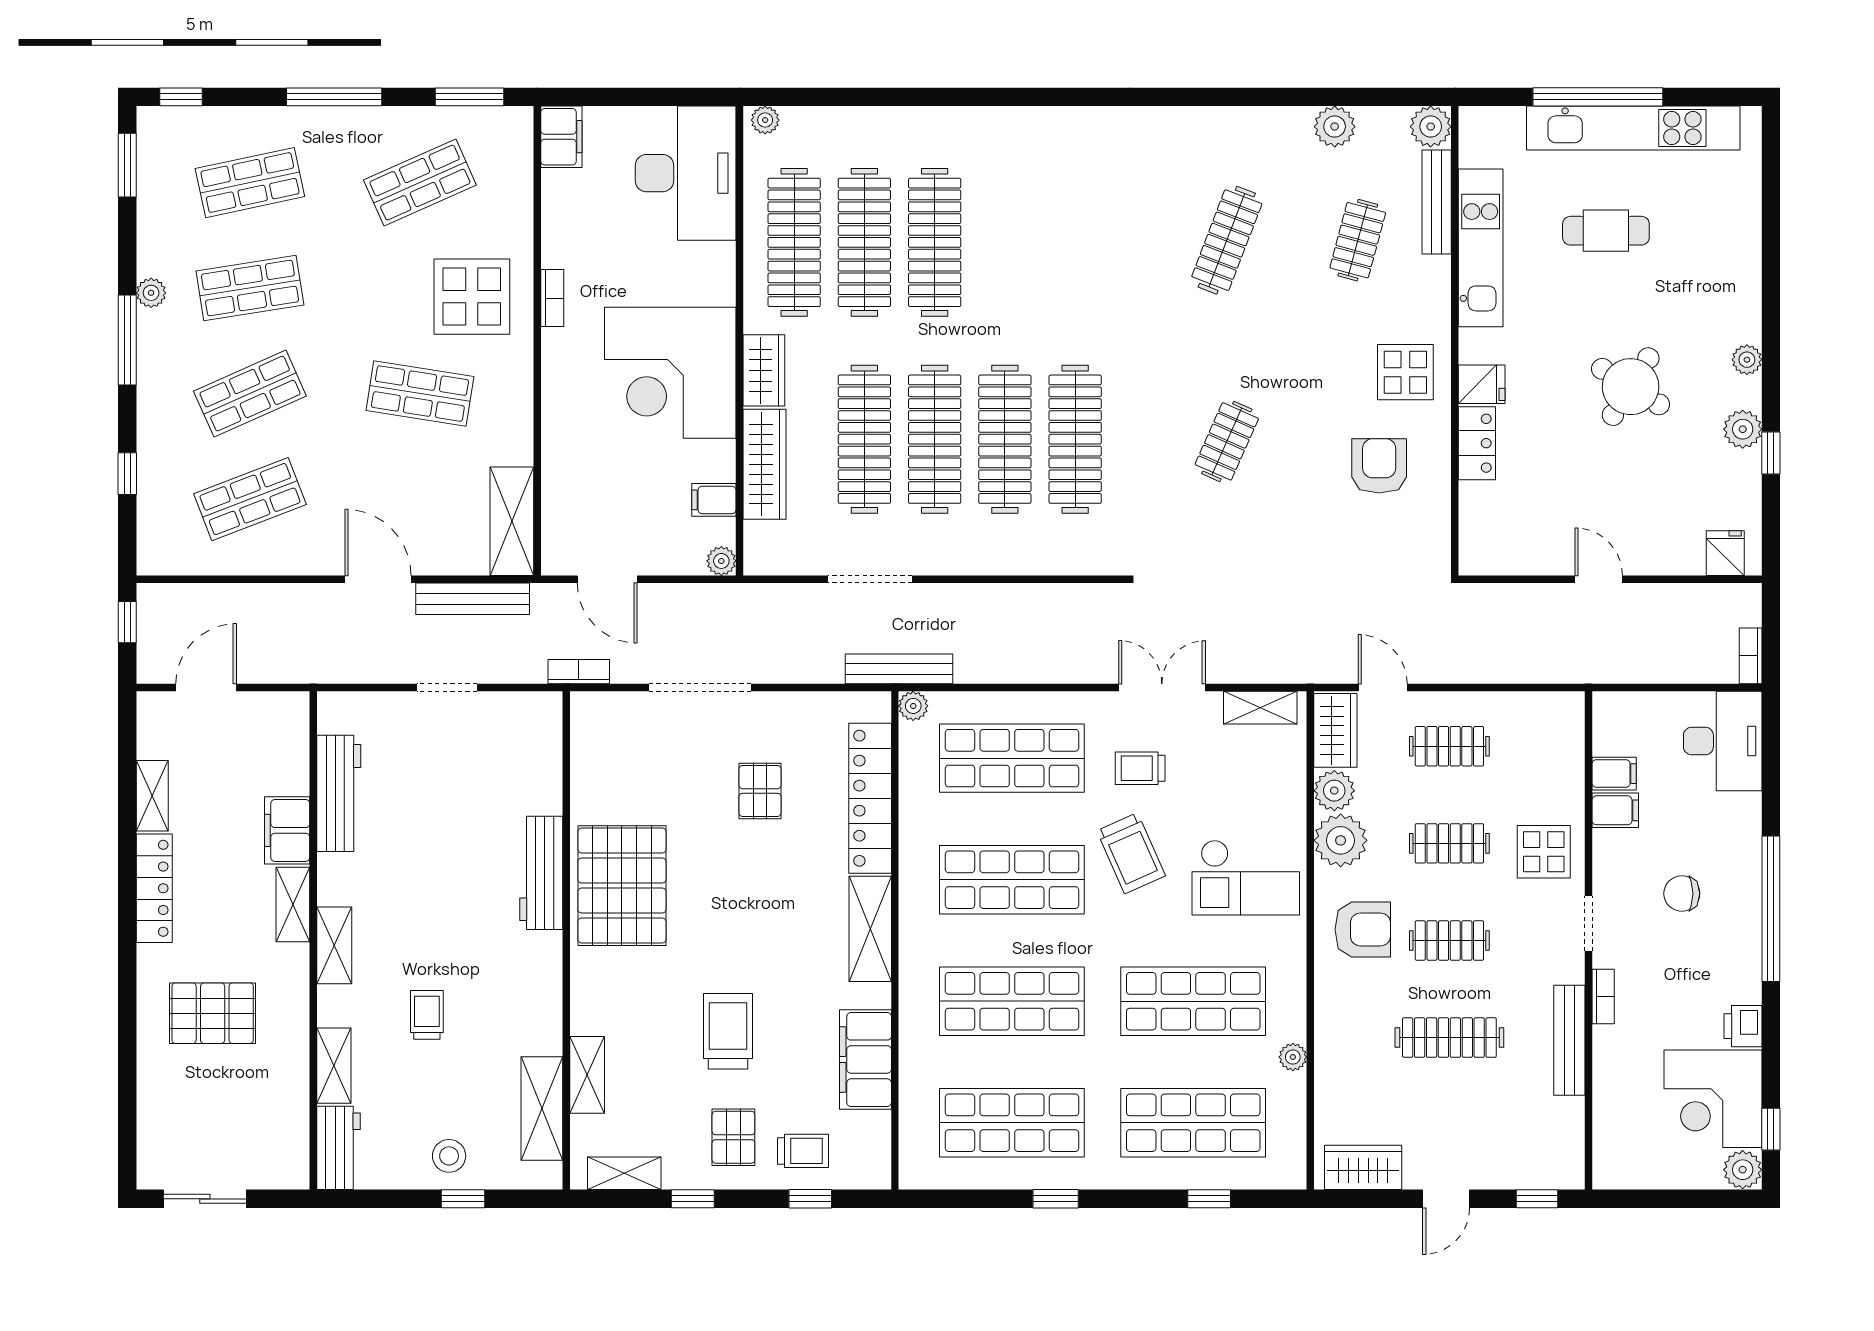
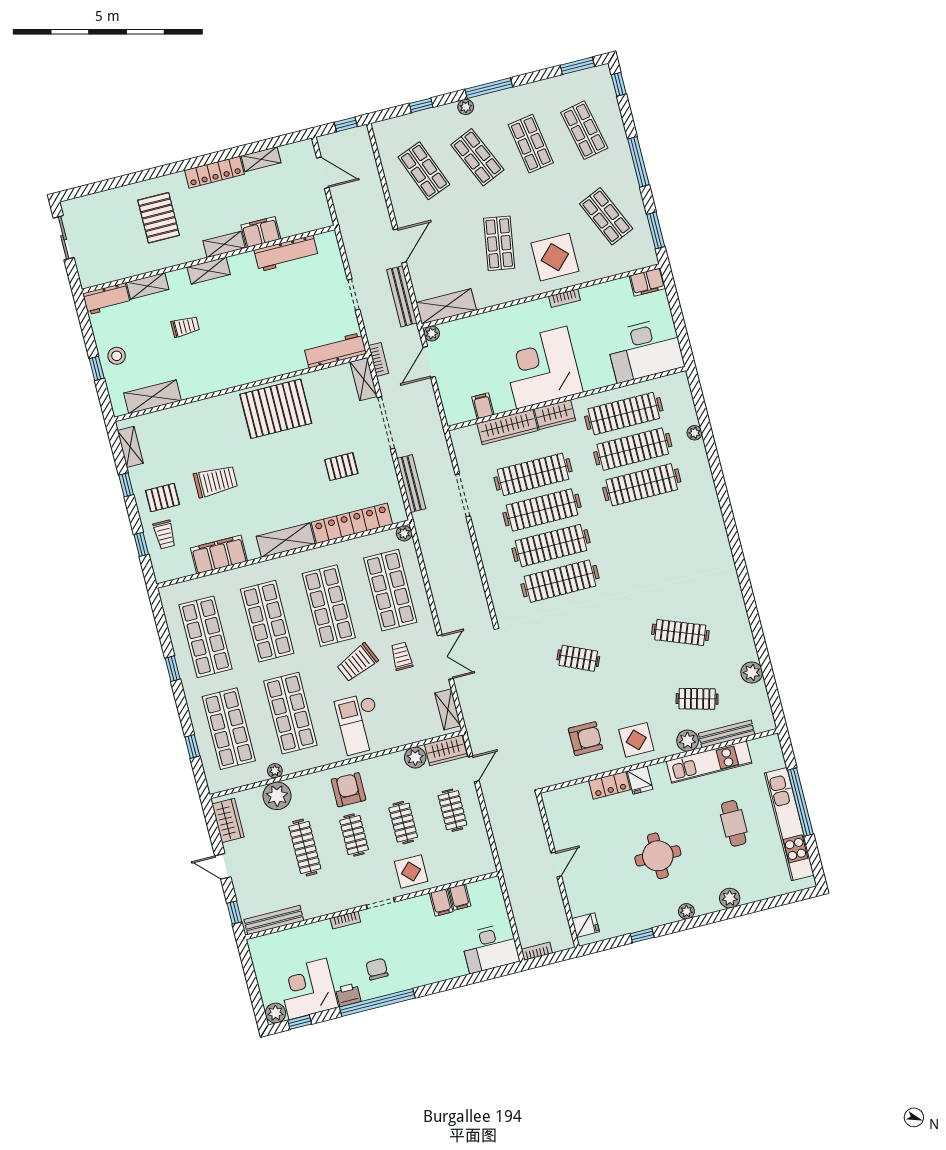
plant: (765, 120) -> (695, 433), moved
plant: (1431, 127) -> (688, 741), moved
plant: (151, 293) -> (466, 107), moved
round table: (1631, 387) -> (658, 856), turned -32
plant: (1743, 429) -> (730, 898), moved
plant: (721, 561) -> (432, 333), moved
bench: (899, 669) -> (411, 484), moved
plant: (1341, 840) -> (277, 796), moved
workbench: (541, 873) -> (335, 350), moved
chair: (1682, 894) -> (377, 969), moved
window: (1771, 909) -> (377, 1003), moved
armchair: (1363, 929) -> (348, 790), turned 180
bench: (1569, 1040) -> (274, 920), moved
shelving: (587, 1075) -> (364, 379), moved, turned 90

